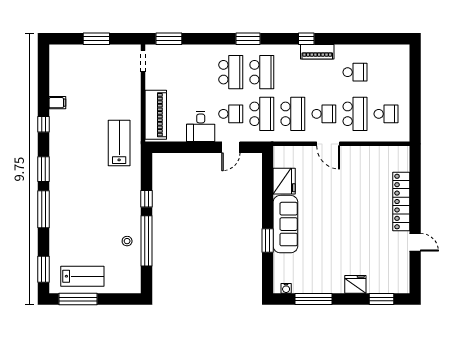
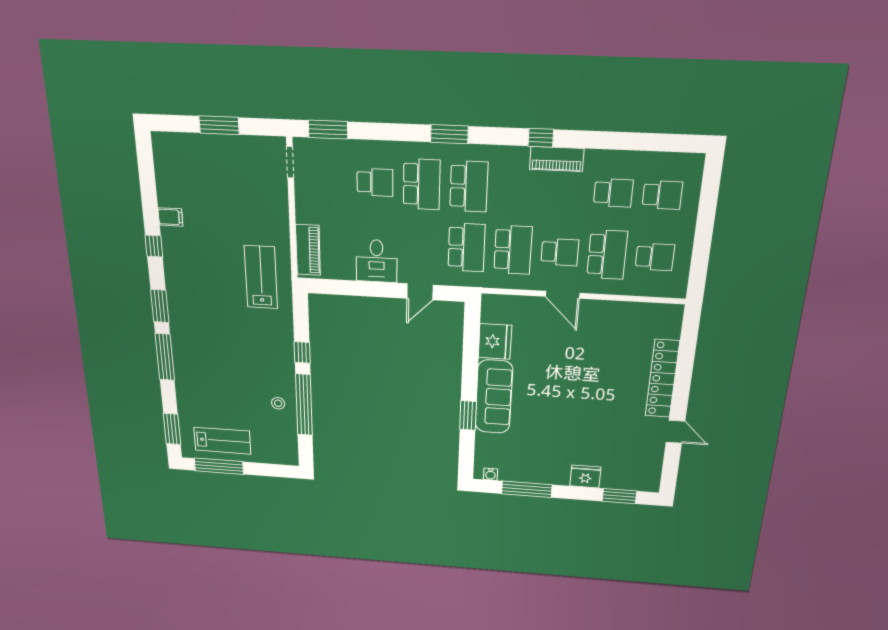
school desk: (386, 72) -> (662, 195), added
school desk: (231, 114) -> (375, 182), moved
piano: (156, 115) -> (308, 250), width x0.73, depth x0.75

